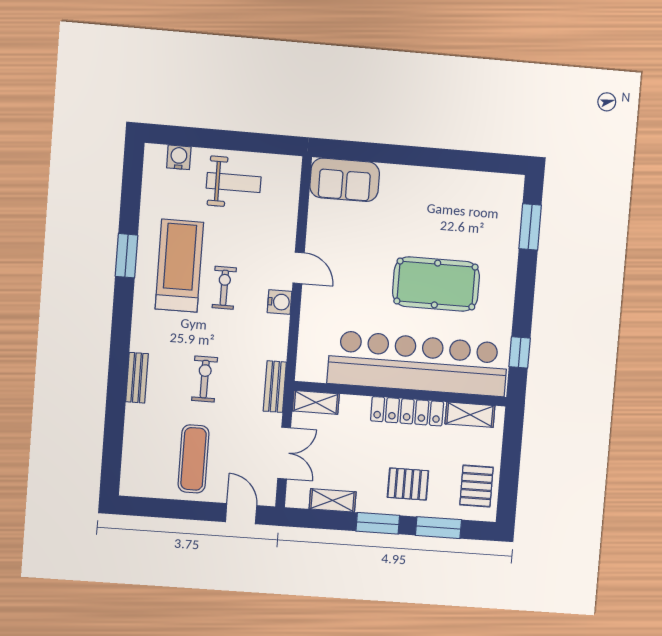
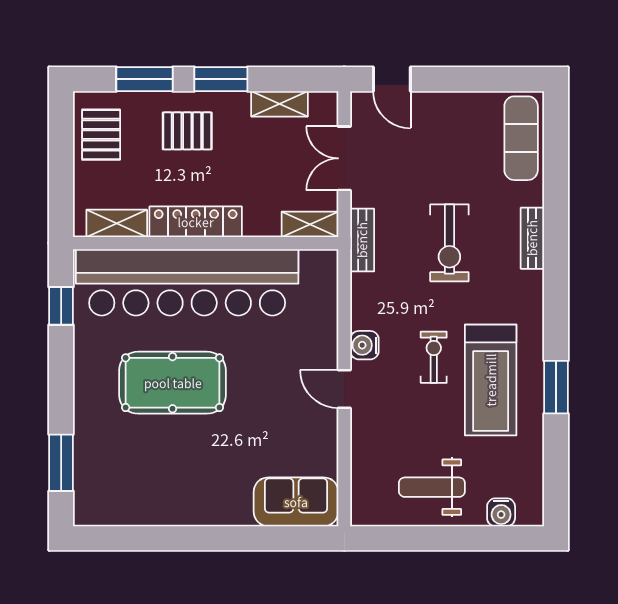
exercise bike: (224, 288) -> (434, 357), turned 180
exercise bike: (205, 379) -> (449, 243), width x1.38, depth x1.39
exercise mat: (194, 459) -> (521, 138), moved

